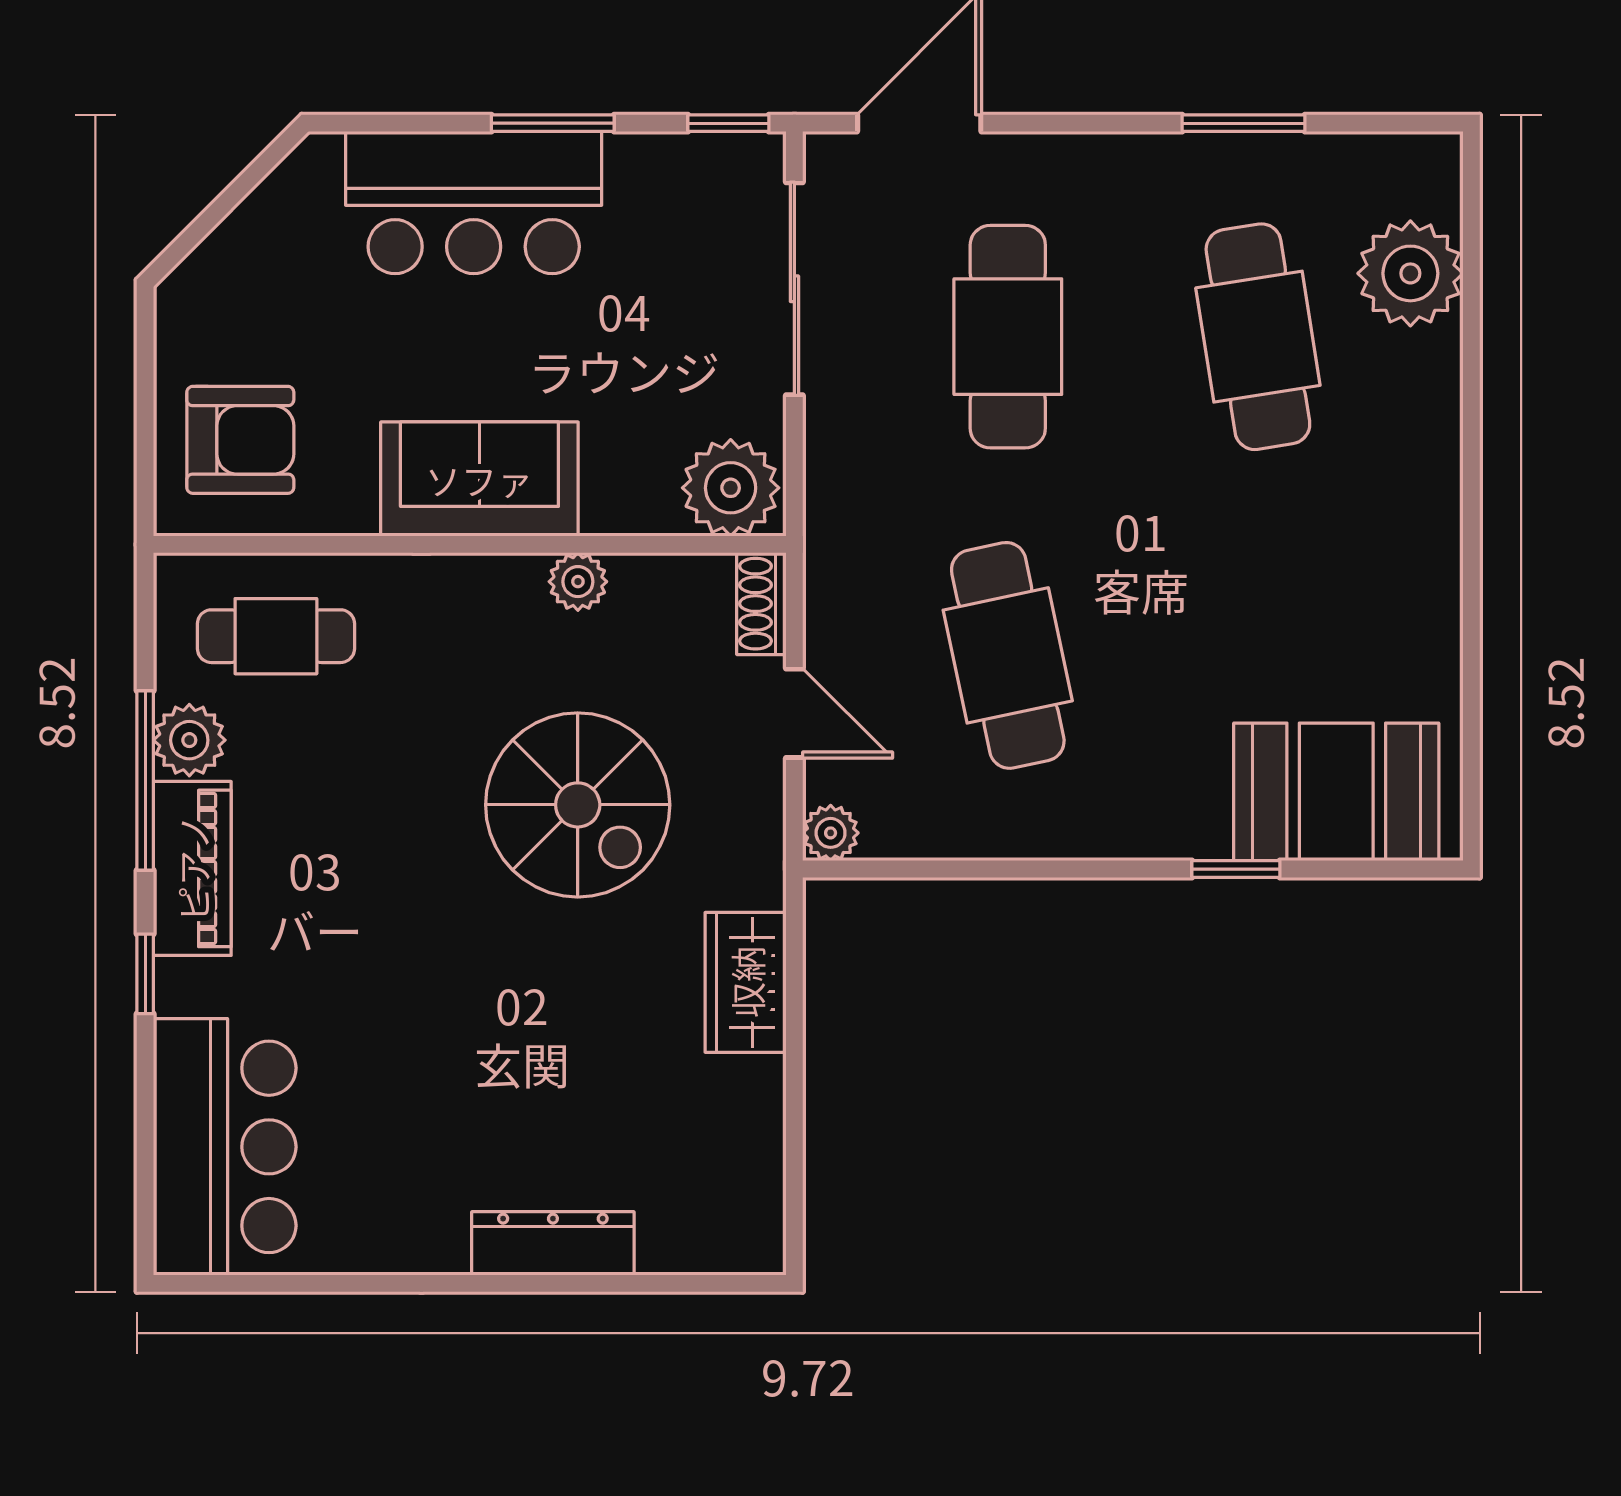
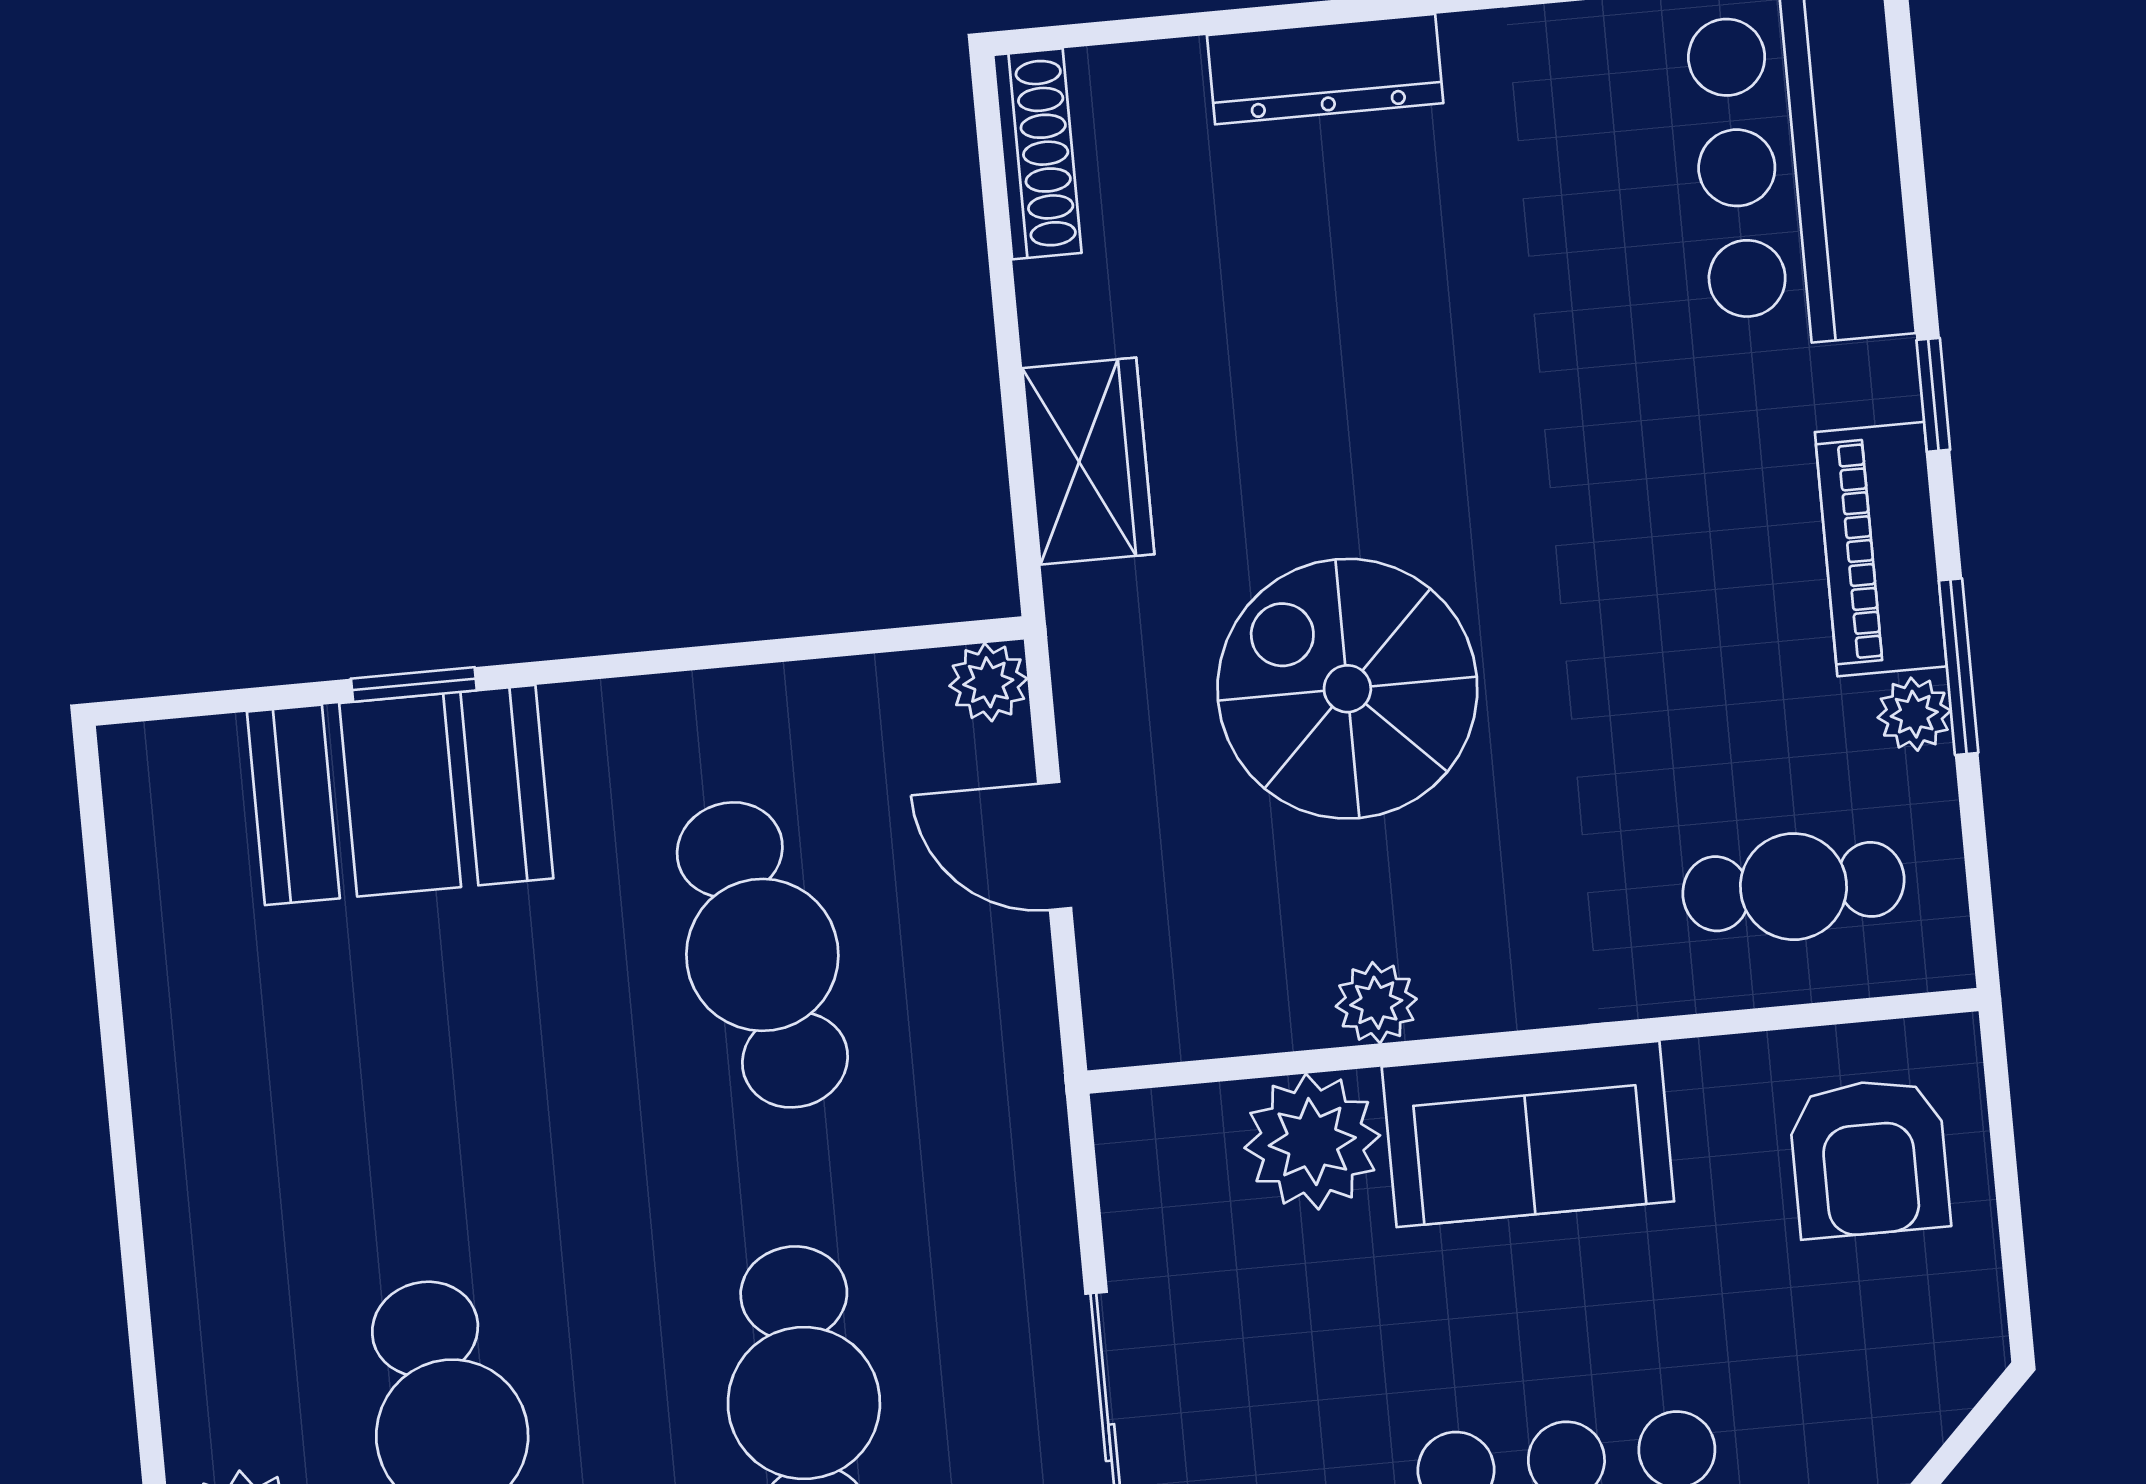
armchair: (240, 440) -> (1869, 1158), turned -90
plant: (731, 488) -> (1312, 1142), moved
shoe rack: (761, 604) -> (1037, 154), moved, width x1.43
plant: (189, 740) -> (1914, 714), width x0.73, depth x0.73
window: (145, 780) -> (1959, 667), width x0.69
booth: (1336, 792) -> (400, 795), moved

